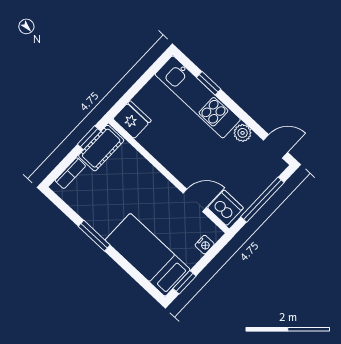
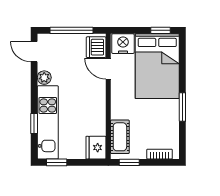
window: (153, 70) -> (57, 162), added
cot: (101, 148) -> (120, 137), moved, turned 90
nightstand: (205, 245) -> (123, 44), width x1.89, depth x1.79
bed: (148, 255) -> (157, 66), width x1.50

